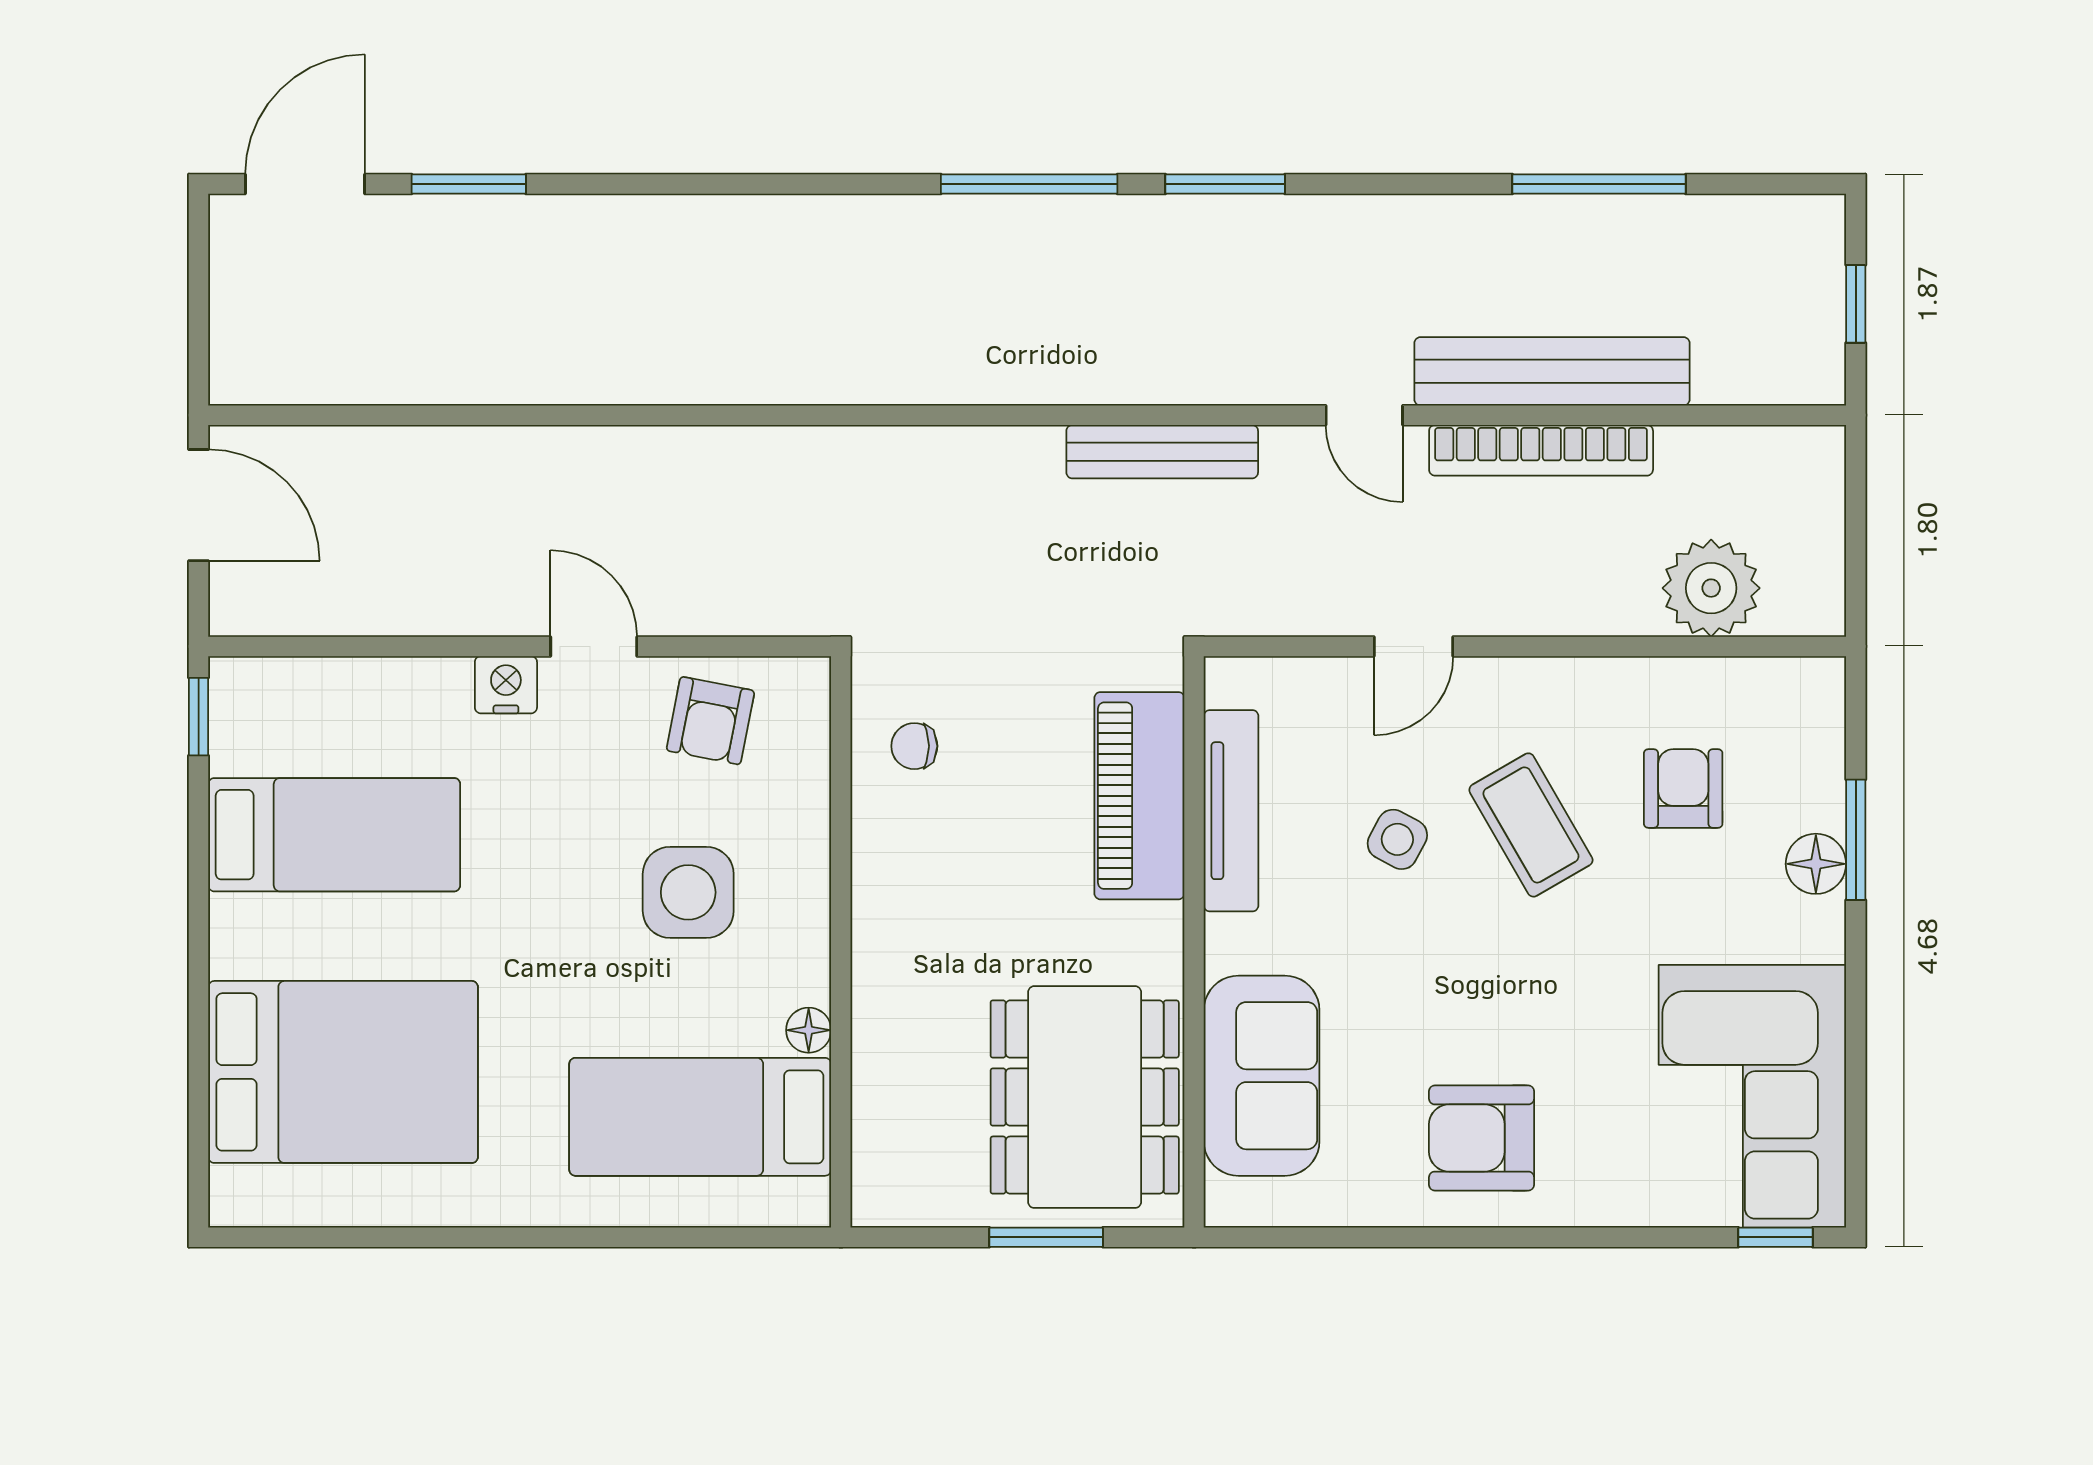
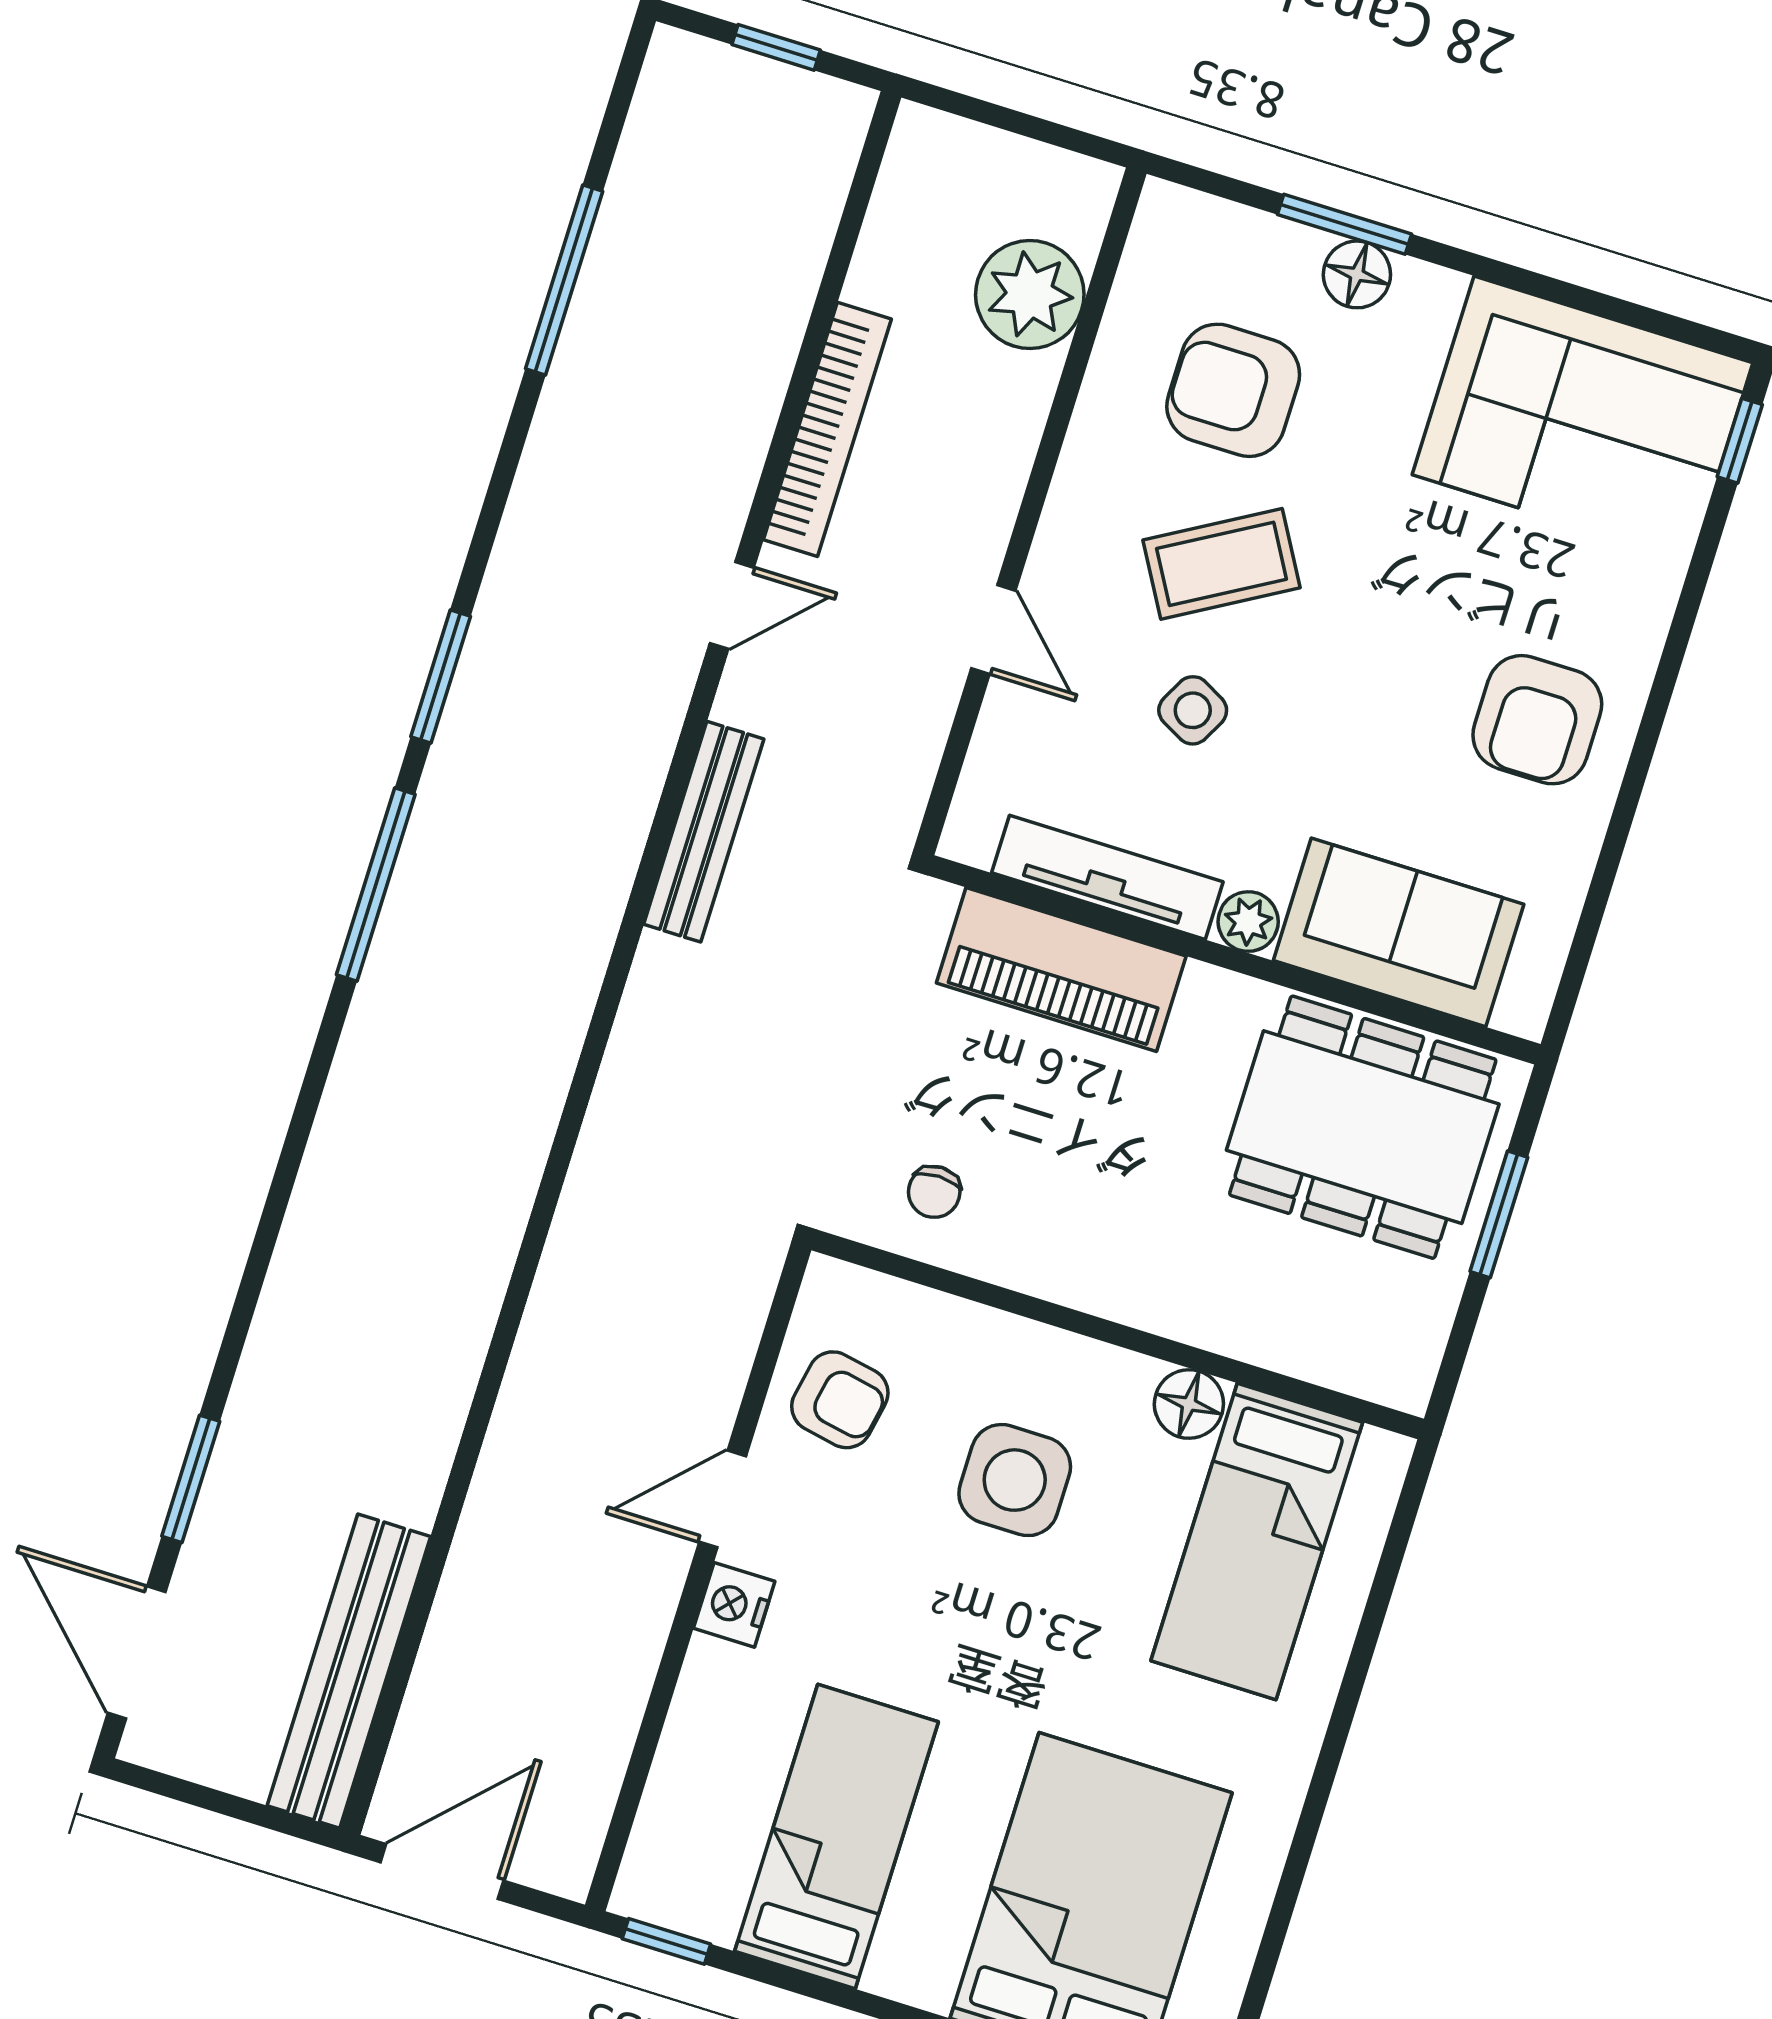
bench: (1552, 371) -> (349, 1671), moved
armchair: (1683, 789) -> (1233, 390), width x1.38, depth x1.38
plant: (1231, 944) -> (1248, 922), added
floor lamp: (809, 1030) -> (1189, 1404), width x1.37, depth x1.37

